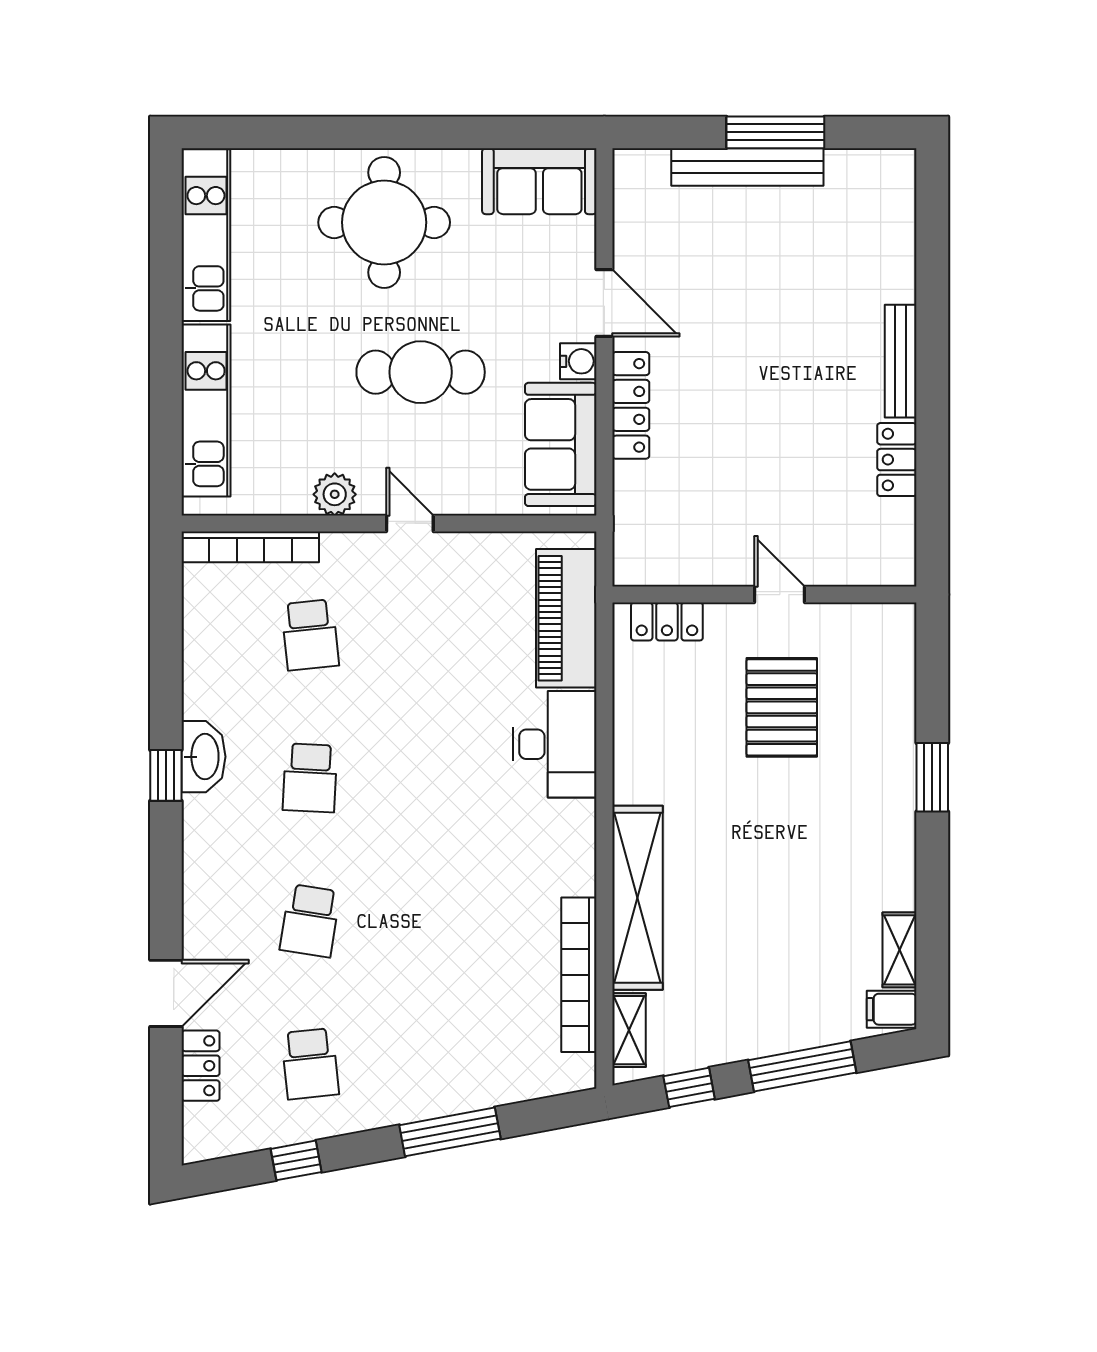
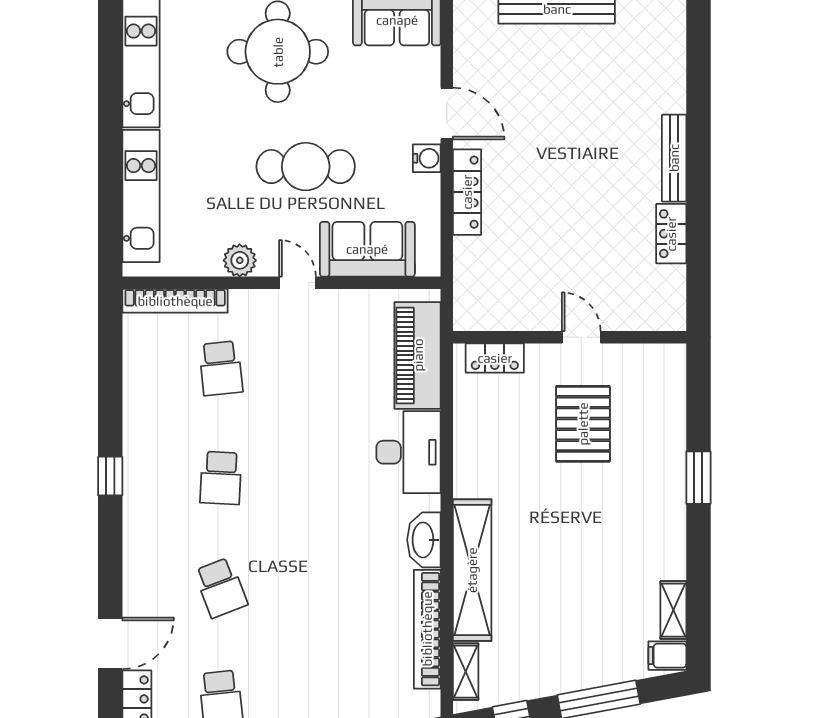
sofa: (561, 444) -> (367, 249), moved, turned 90
washbasin: (204, 757) -> (424, 540), moved, turned 180
school desk: (310, 921) -> (221, 588), turned -30

